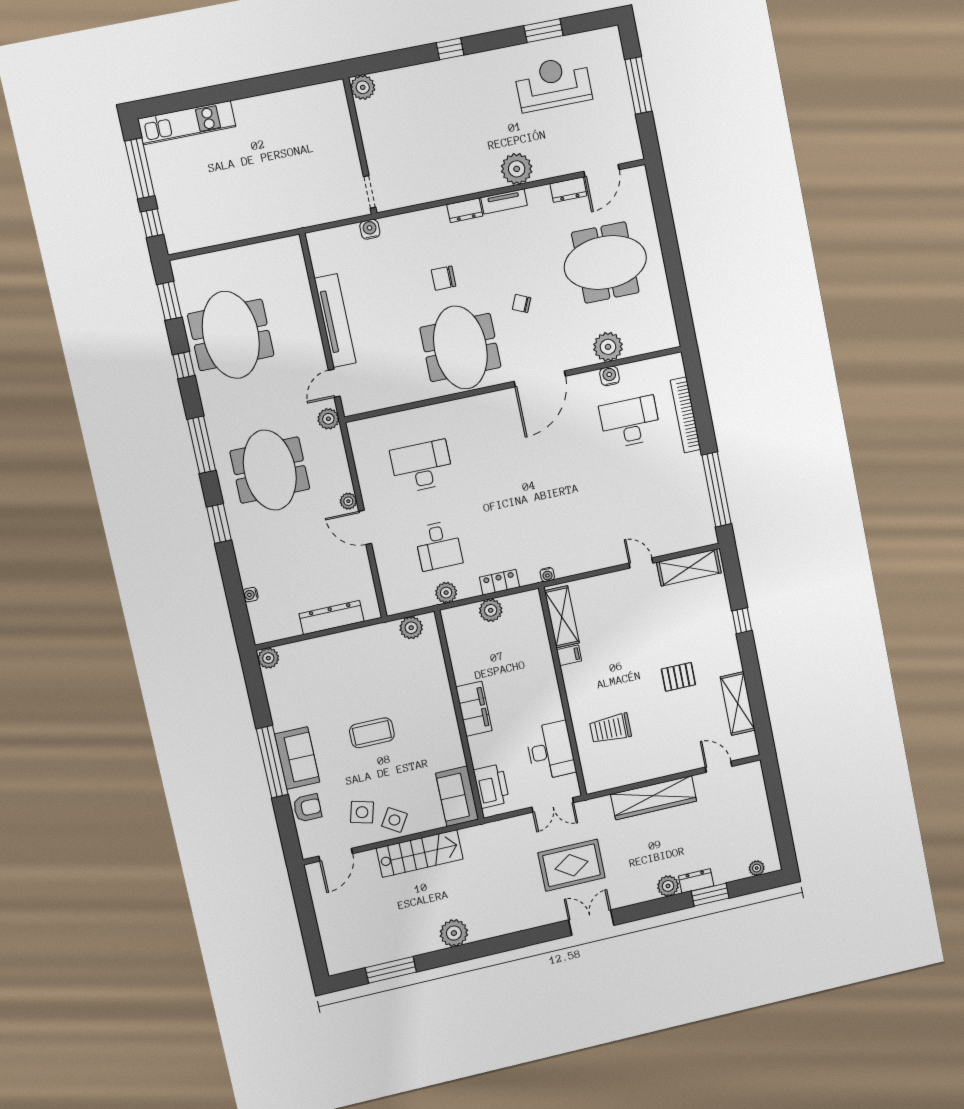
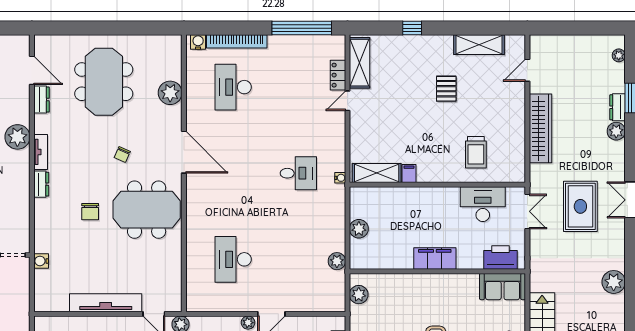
water cooler: (609, 376) -> (198, 42), moved, turned 90
desk: (438, 546) -> (298, 173), moved
locker: (499, 582) -> (338, 75), moved
plant: (454, 933) -> (614, 282), moved

